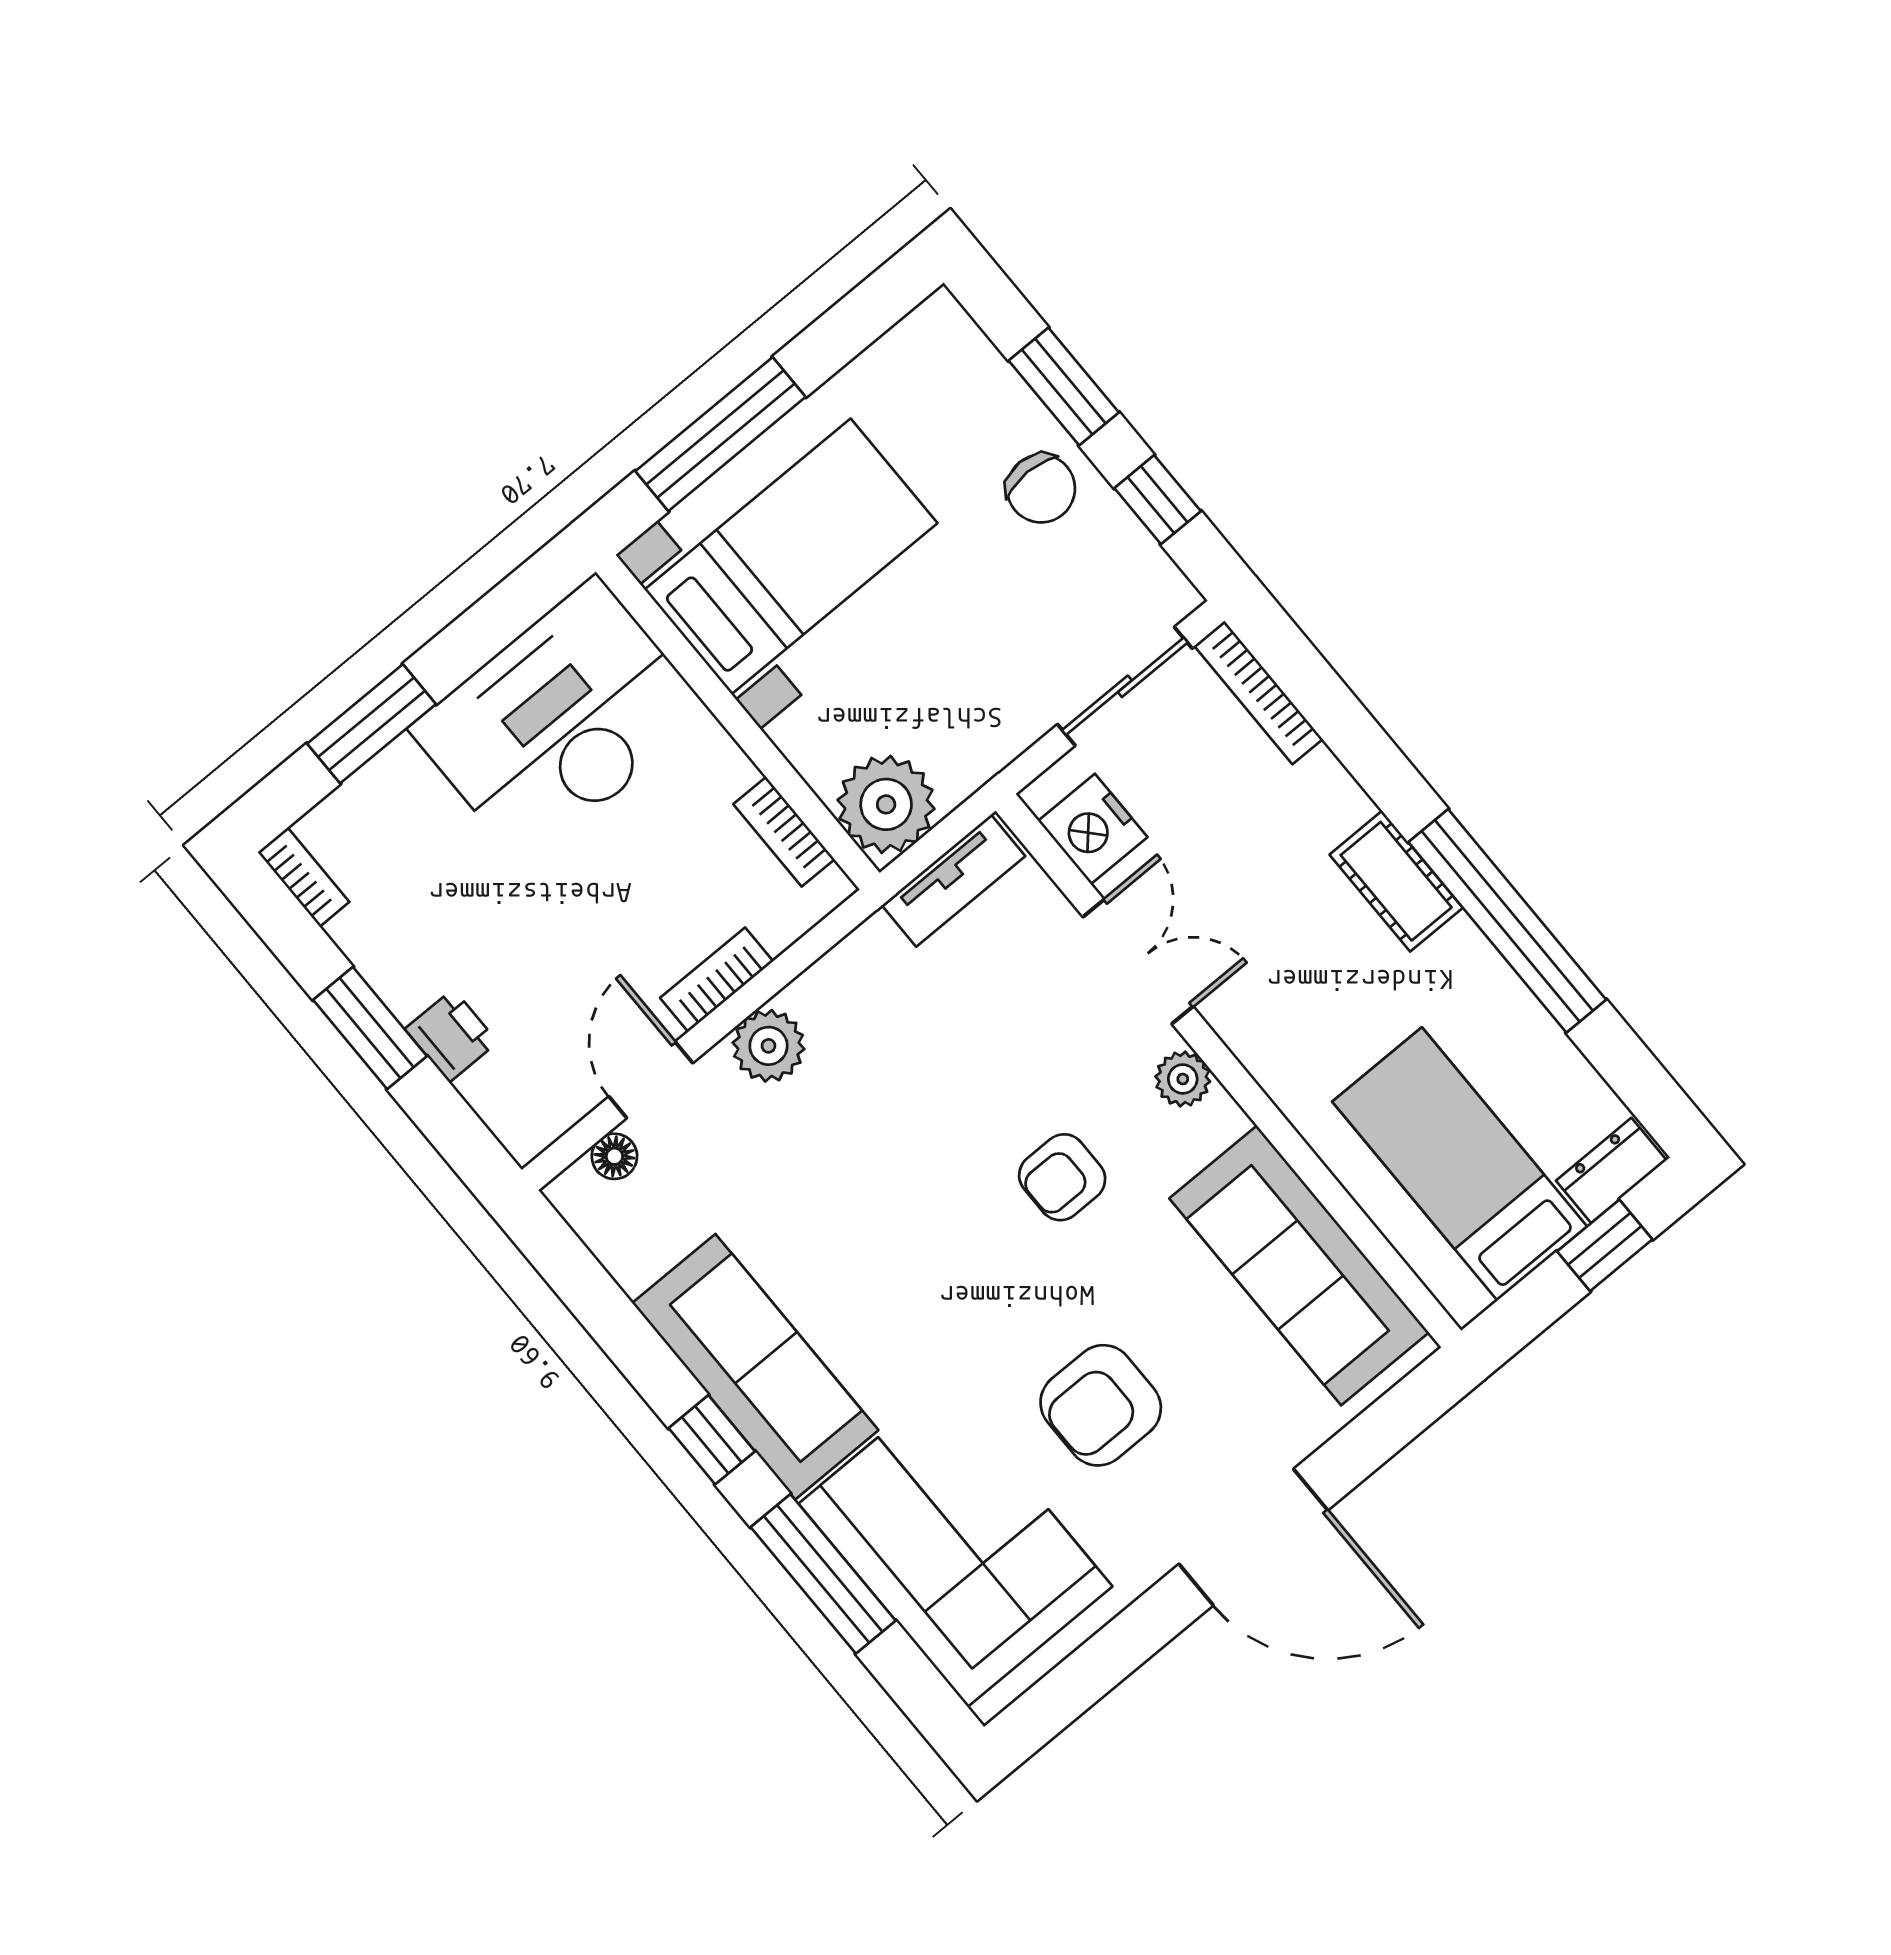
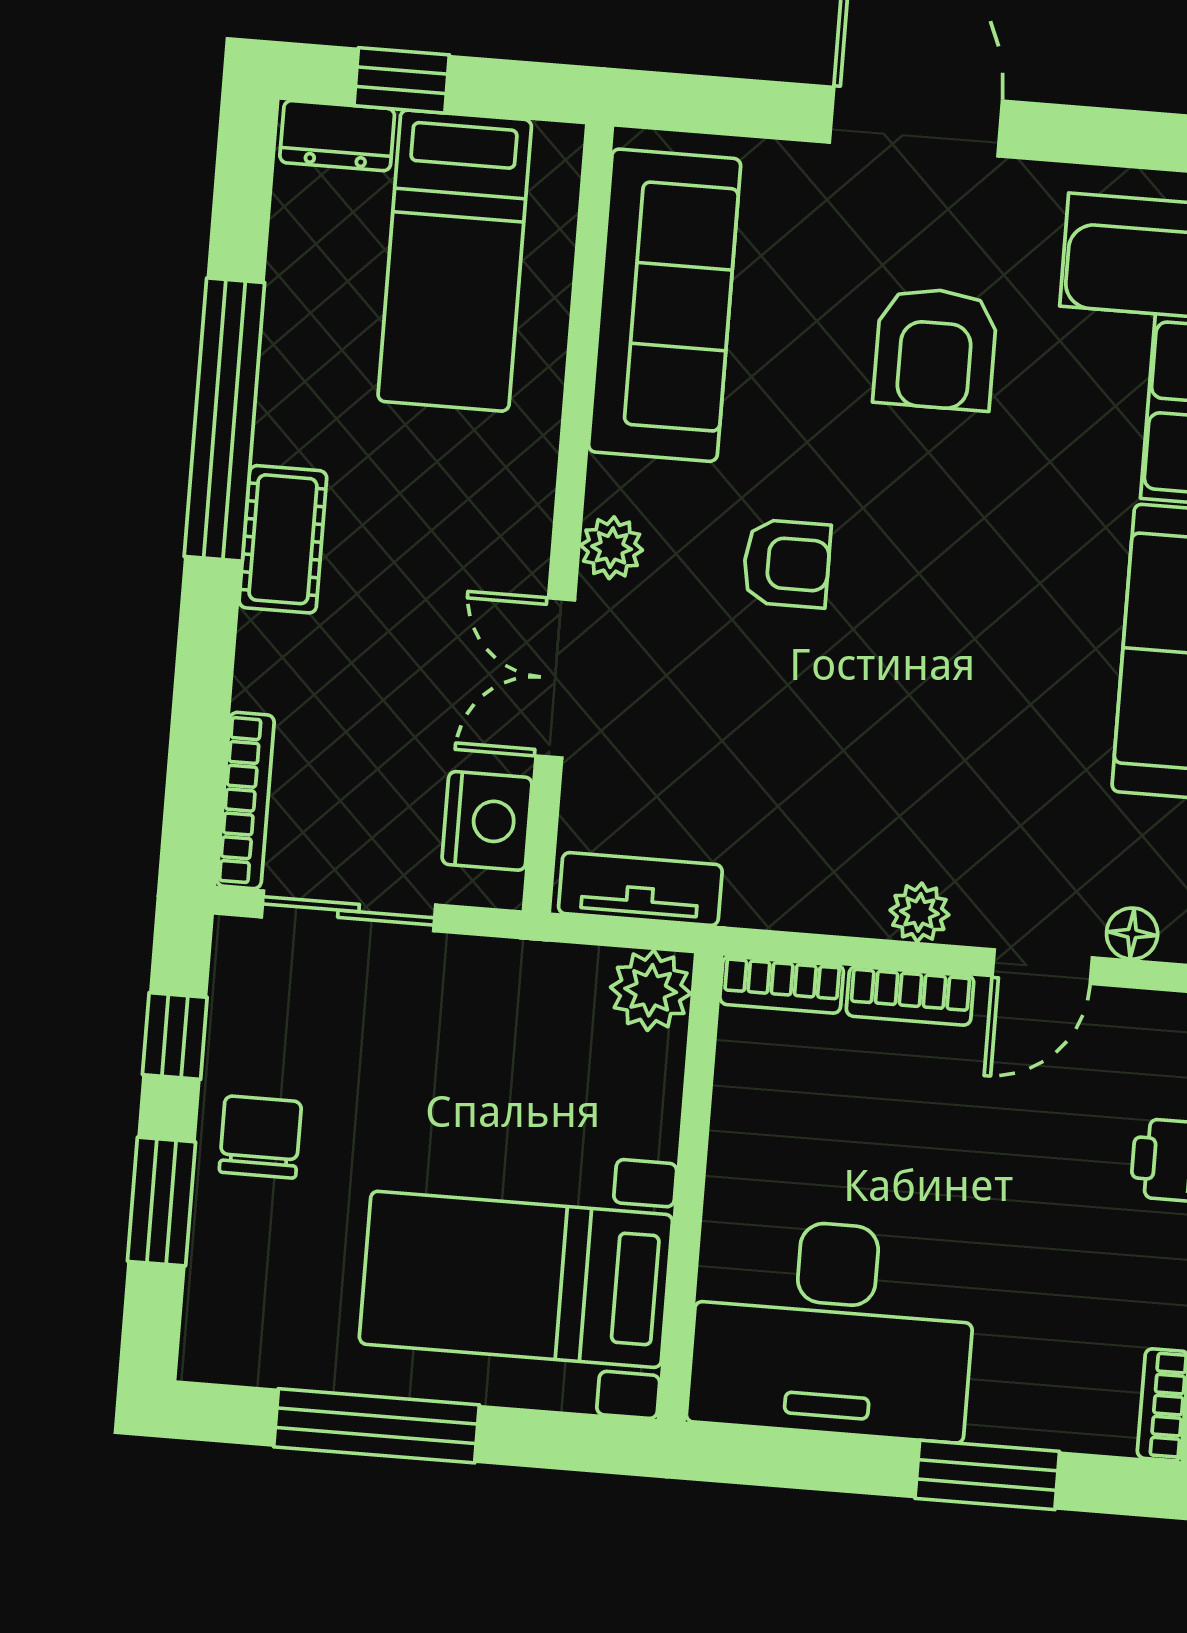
window: (720, 434) -> (377, 1426), moved
plant: (886, 804) -> (651, 990), width x0.73, depth x0.73
bookcase: (784, 832) -> (782, 985), moved, turned 90
plant: (768, 1046) -> (919, 912), width x0.73, depth x0.73
armchair: (1101, 1405) -> (935, 349), turned 90

